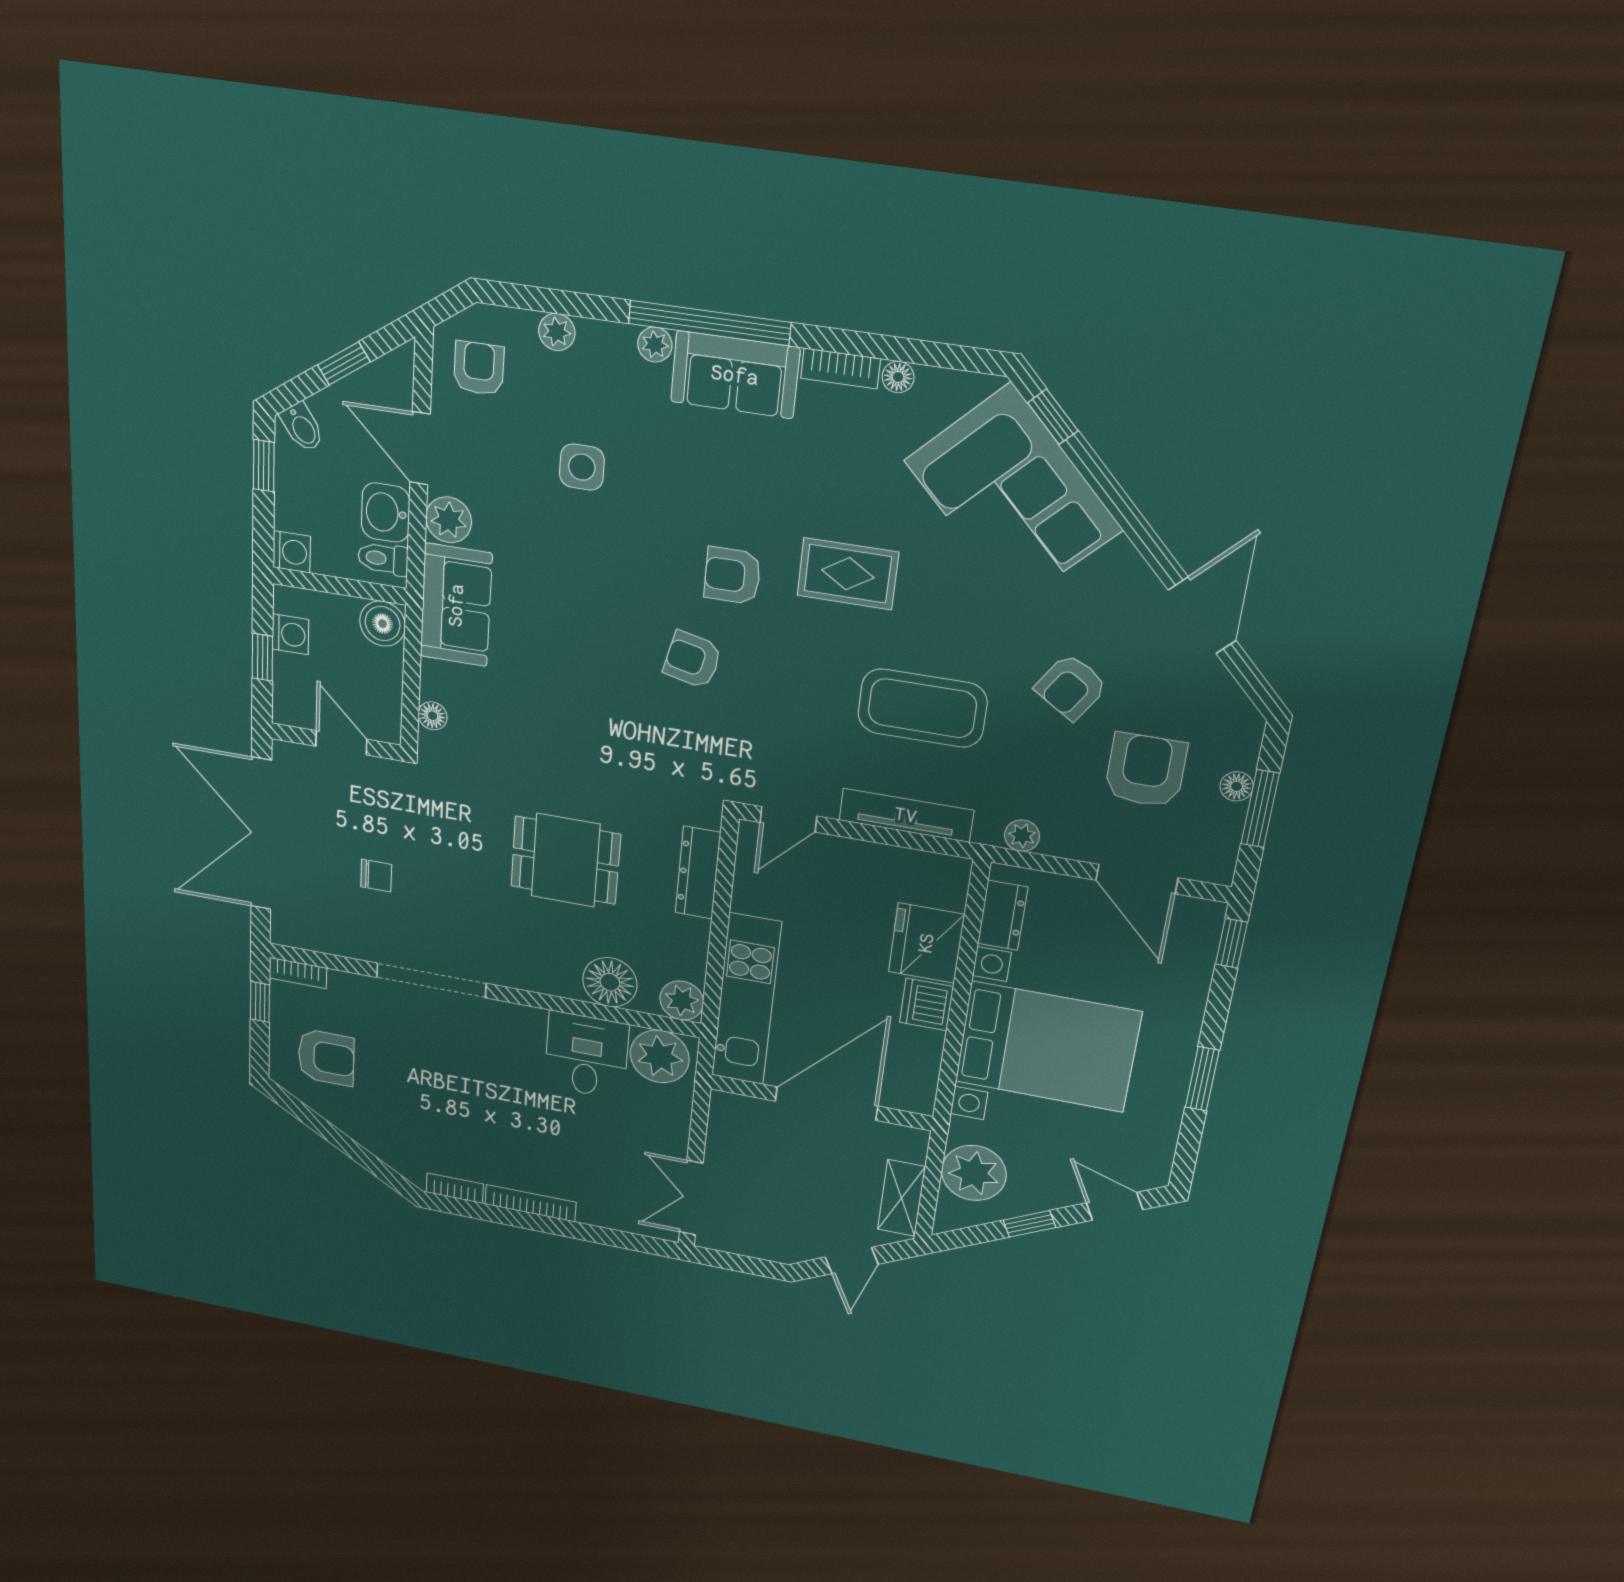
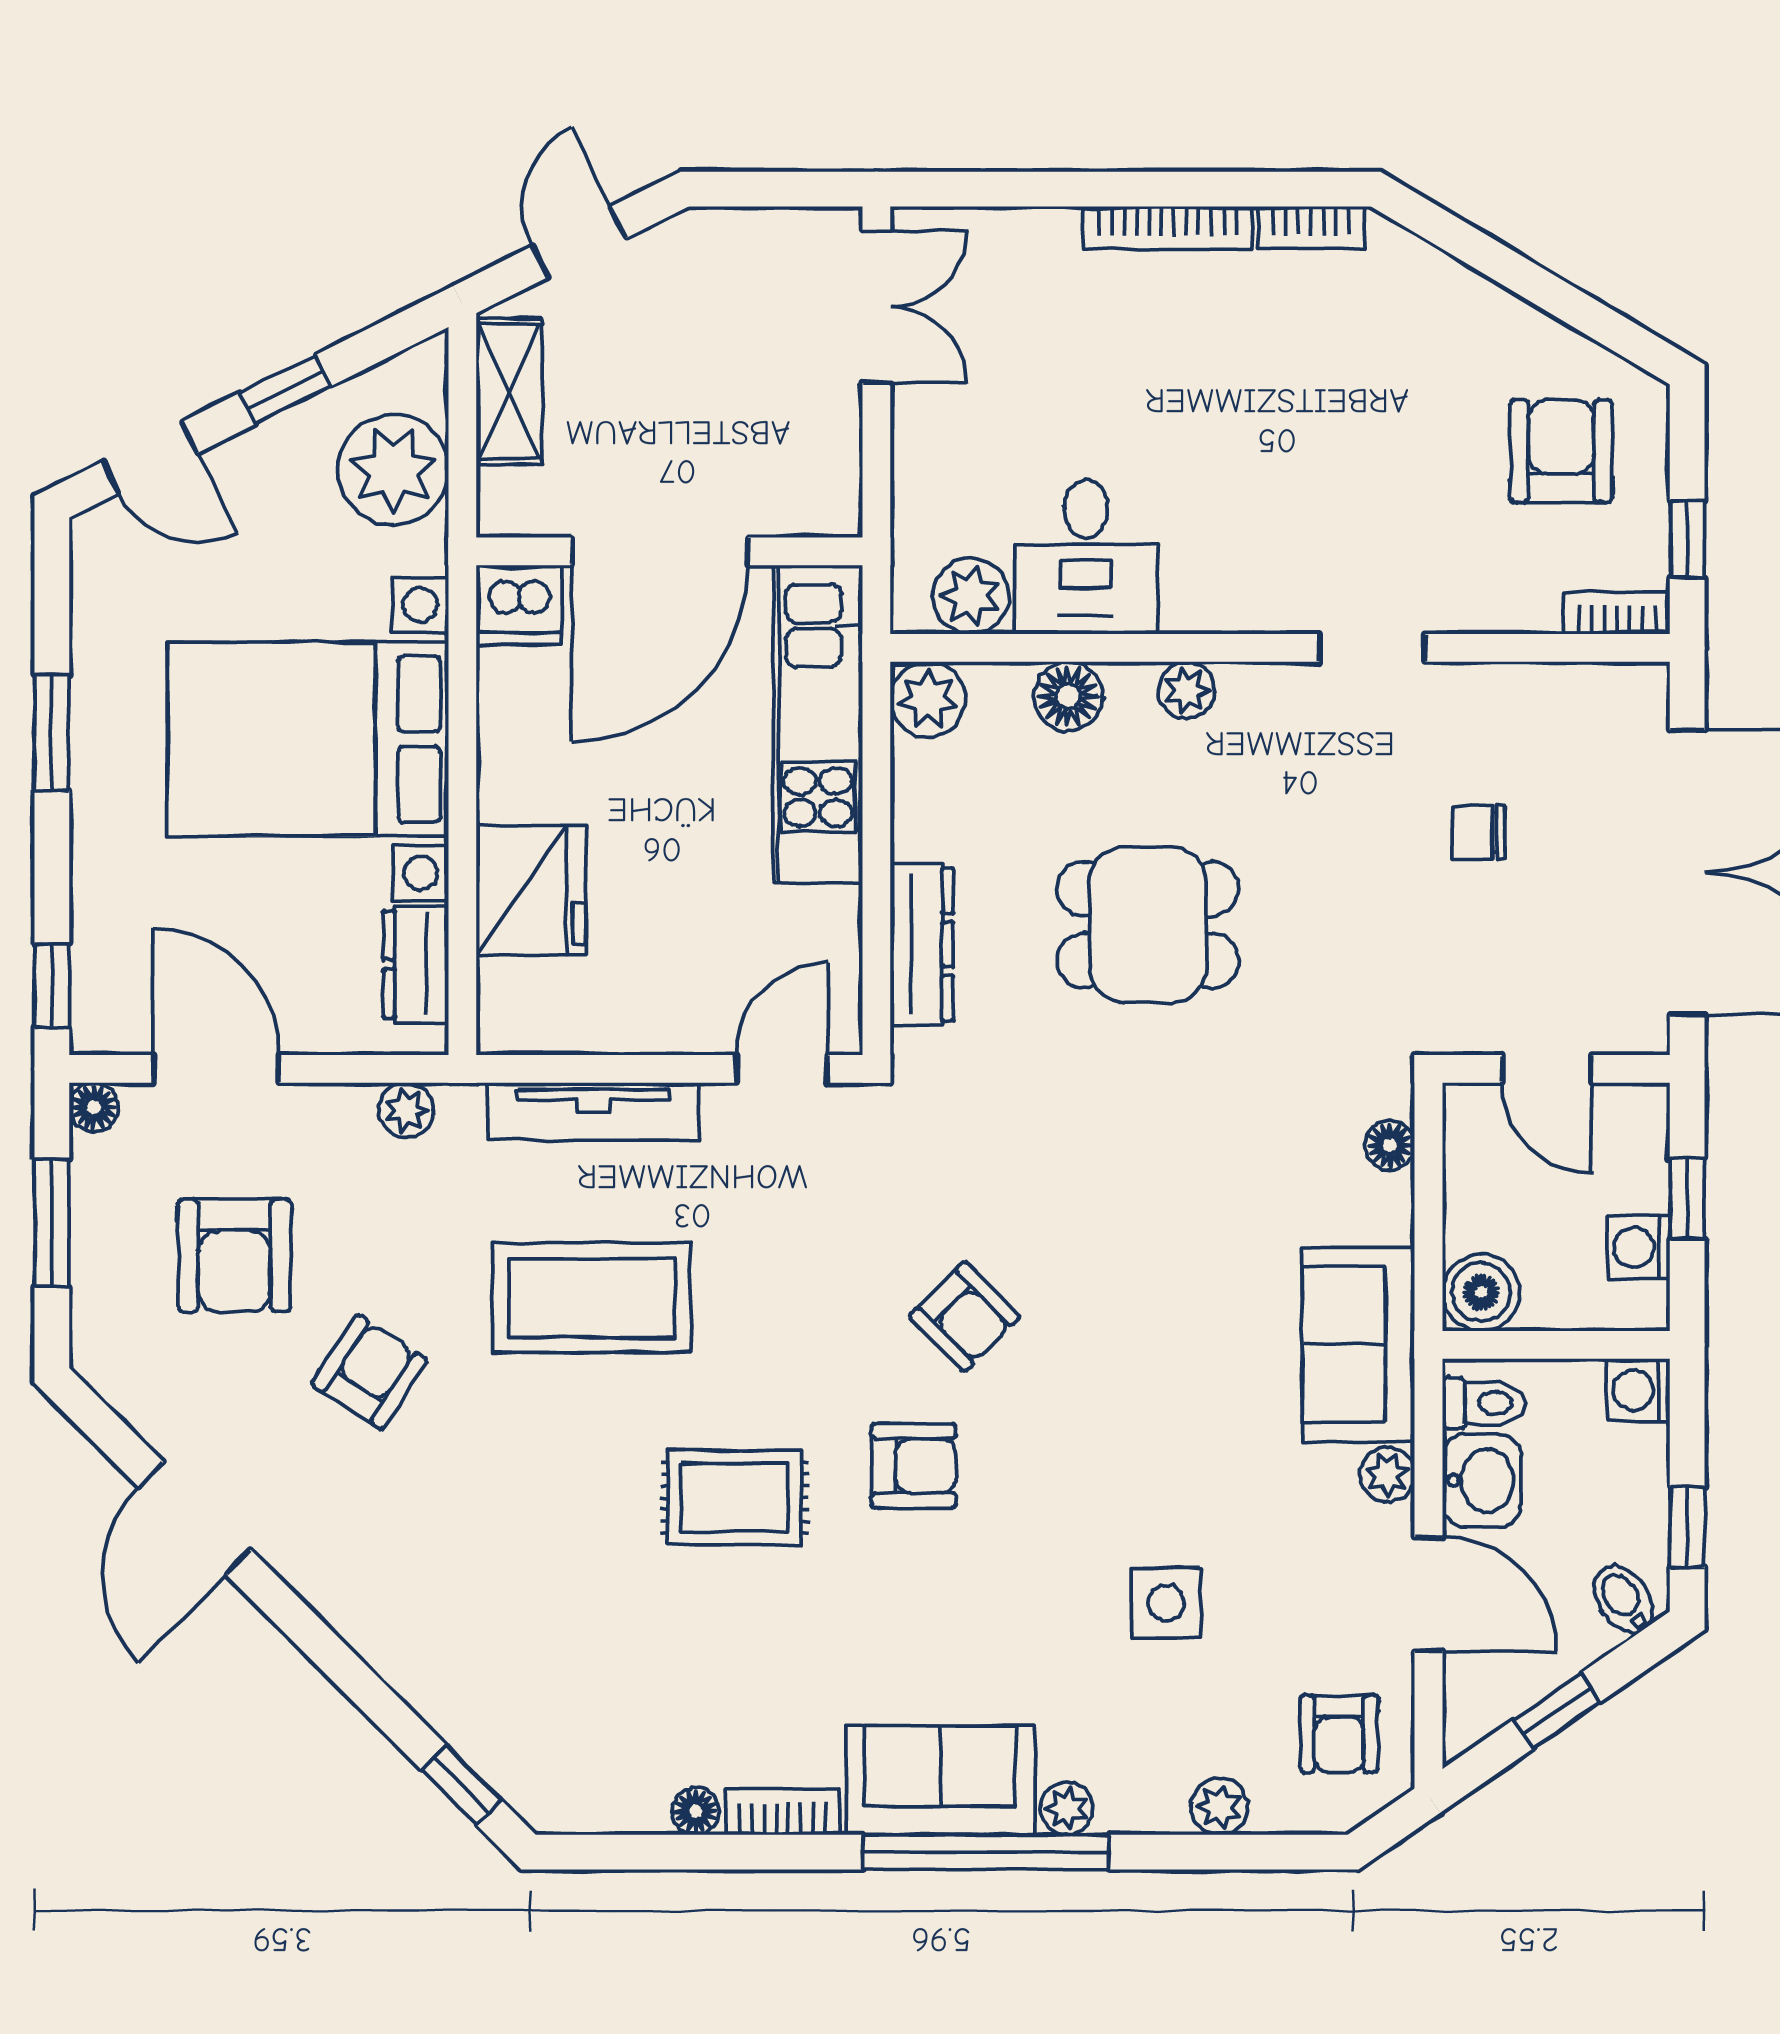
corner sofa: (1013, 495) -> (501, 1659), removed
plant: (449, 520) -> (1387, 1475), width x0.73, depth x0.73
armchair: (692, 660) -> (964, 1316), turned 32
floor lamp: (1237, 786) -> (94, 1107), moved
plant: (535, 978) -> (1187, 690), added
doorway: (431, 980) -> (1372, 648), width x0.53
floor lamp: (610, 982) -> (1068, 696), width x0.73, depth x0.73
dishwasher: (926, 1004) -> (519, 605), moved, turned 90
plant: (660, 1056) -> (971, 596), width x0.73, depth x0.73
armchair: (326, 1057) -> (1561, 451), turned 90

